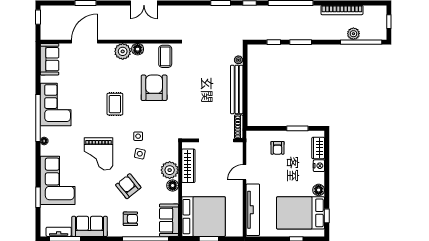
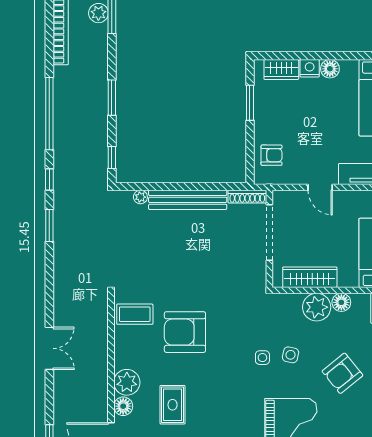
window: (274, 42) -> (112, 158), moved
floor lamp: (138, 49) -> (123, 406), moved
rug: (115, 104) -> (173, 405), moved, turned 90
armchair: (277, 148) -> (272, 155), moved
floor lamp: (319, 190) -> (330, 69), moved

